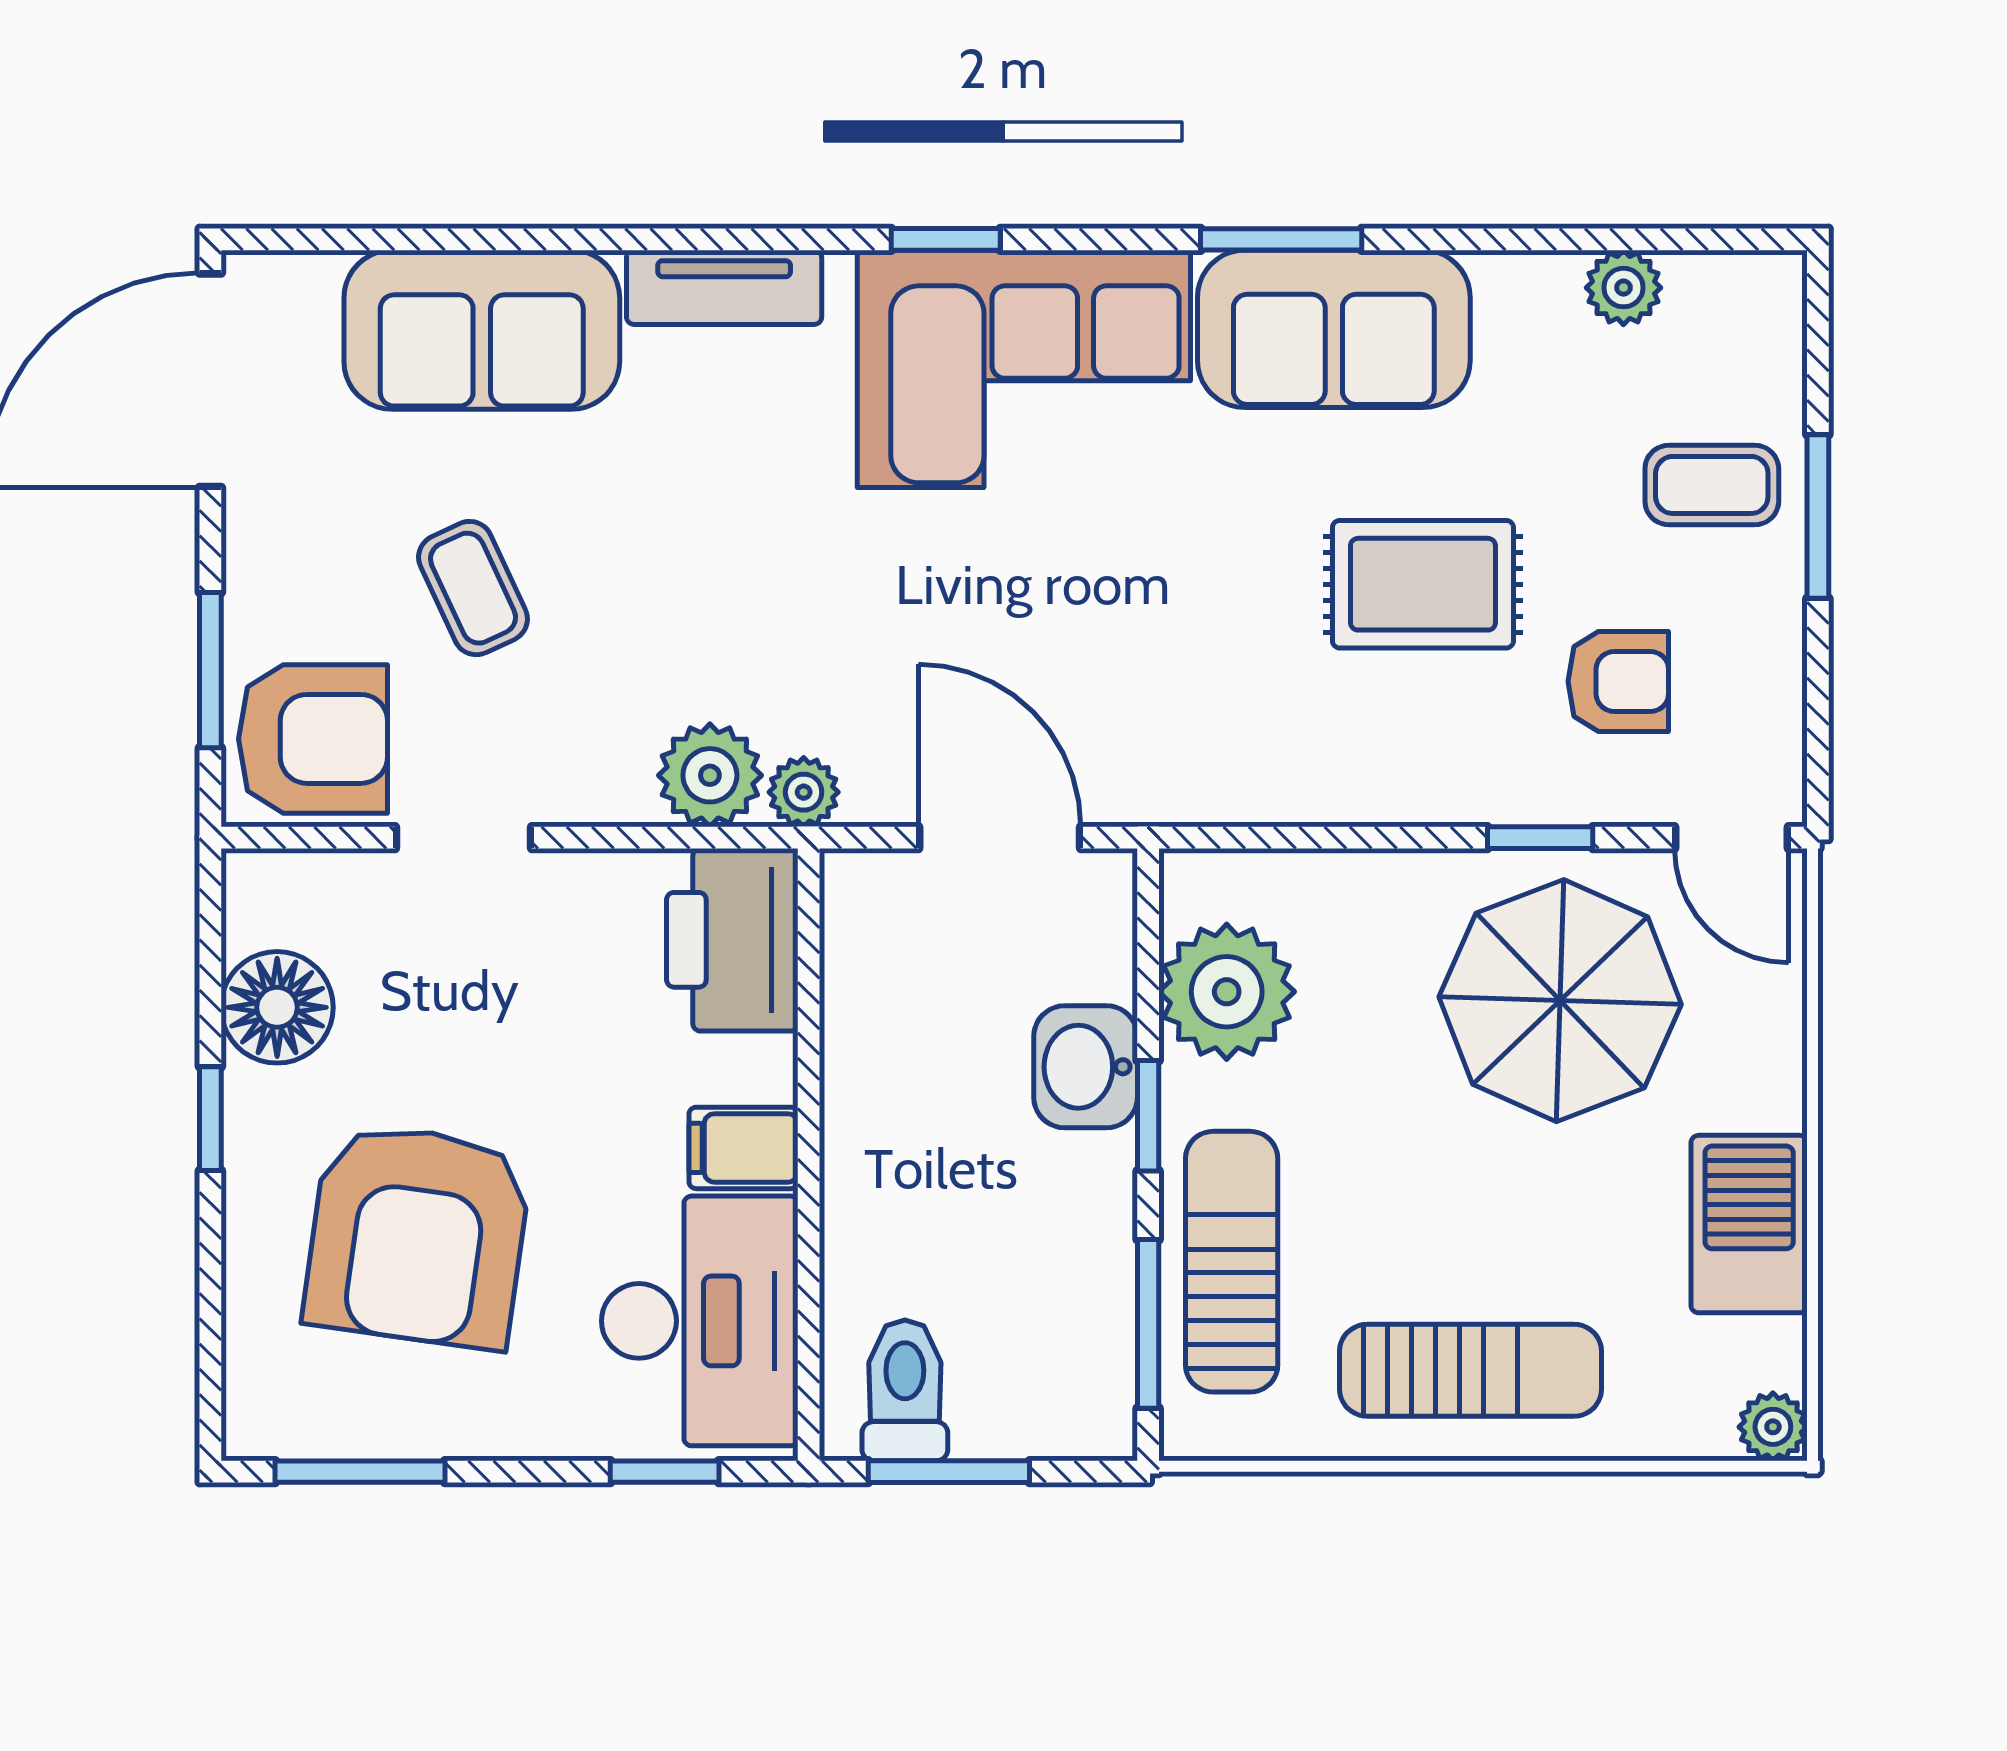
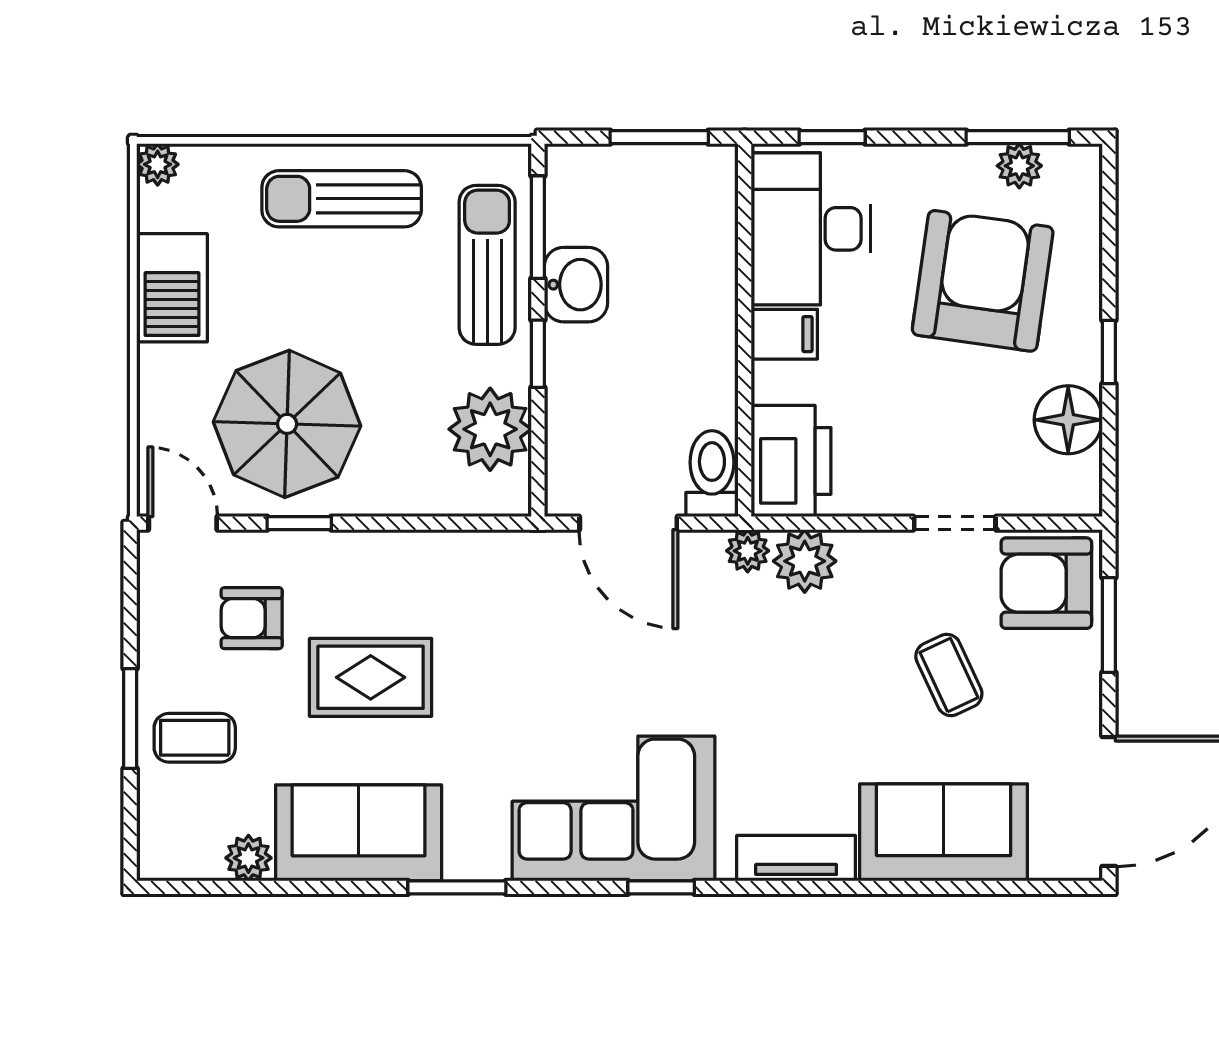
sofa: (1334, 329) -> (359, 833), moved
washbasin: (1086, 1067) -> (576, 285), moved
sun lounger: (1232, 1262) -> (487, 265), turned 180
toilet: (905, 1390) -> (712, 474), moved, turned 180
plant: (357, 1424) -> (1019, 166), added

